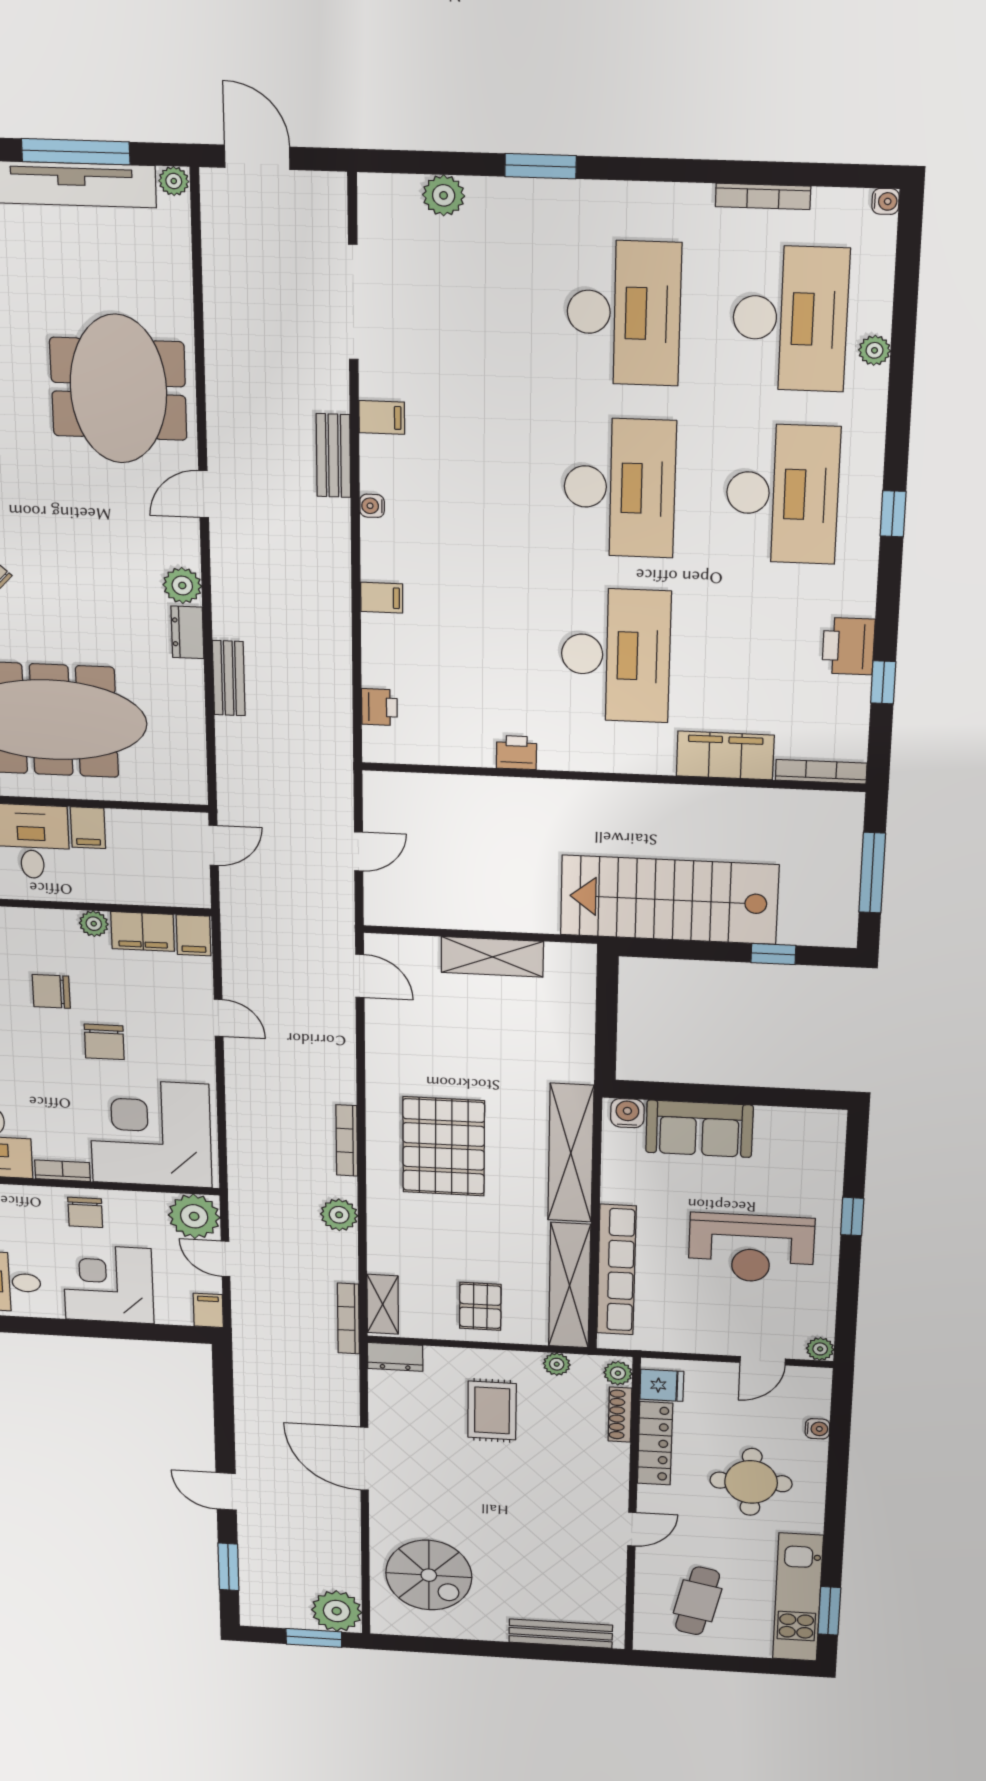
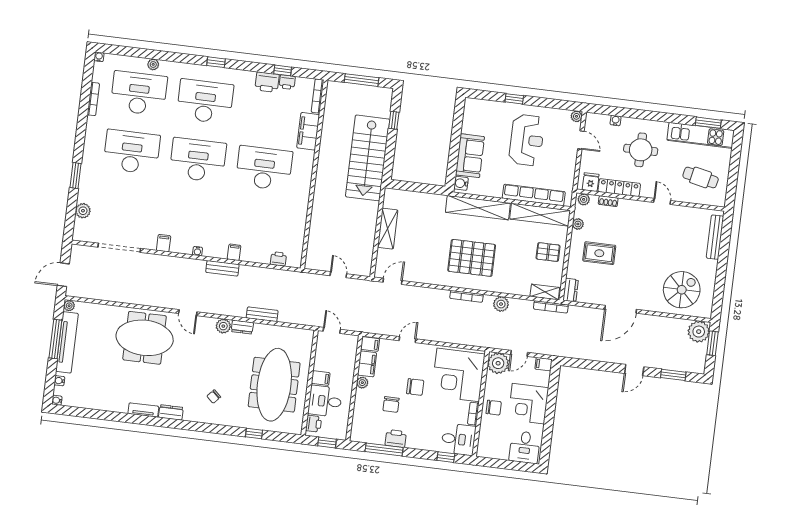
bench: (333, 456) -> (222, 268), moved
printer: (517, 753) -> (287, 82), moved, turned -90
shoe rack: (620, 1415) -> (608, 201), width x0.70

